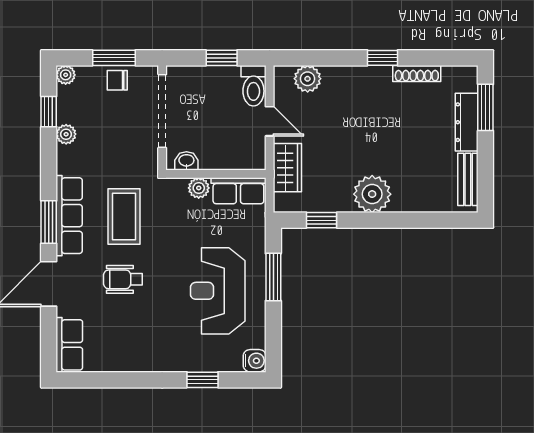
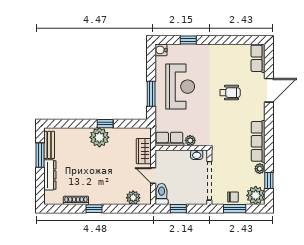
plant: (66, 75) -> (256, 195), width x1.88, depth x1.88
window: (485, 107) -> (40, 155), moved
row of seats: (69, 216) -> (258, 141), moved
coffee table: (124, 216) -> (229, 126), removed
window: (322, 220) -> (105, 124), moved
window: (49, 222) -> (269, 123), removed

